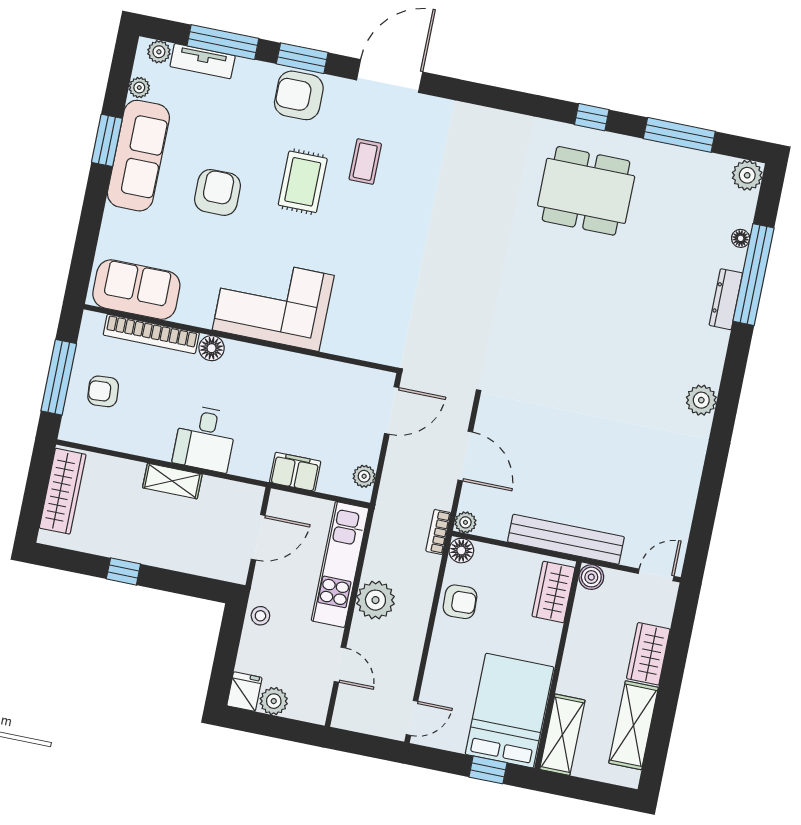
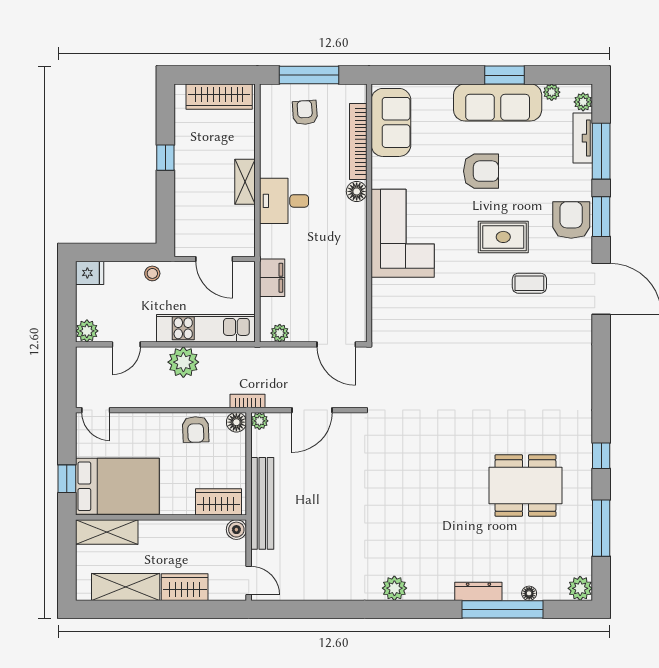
dining table: (586, 191) -> (525, 485), moved, turned 90
plant: (274, 701) -> (87, 331), moved

